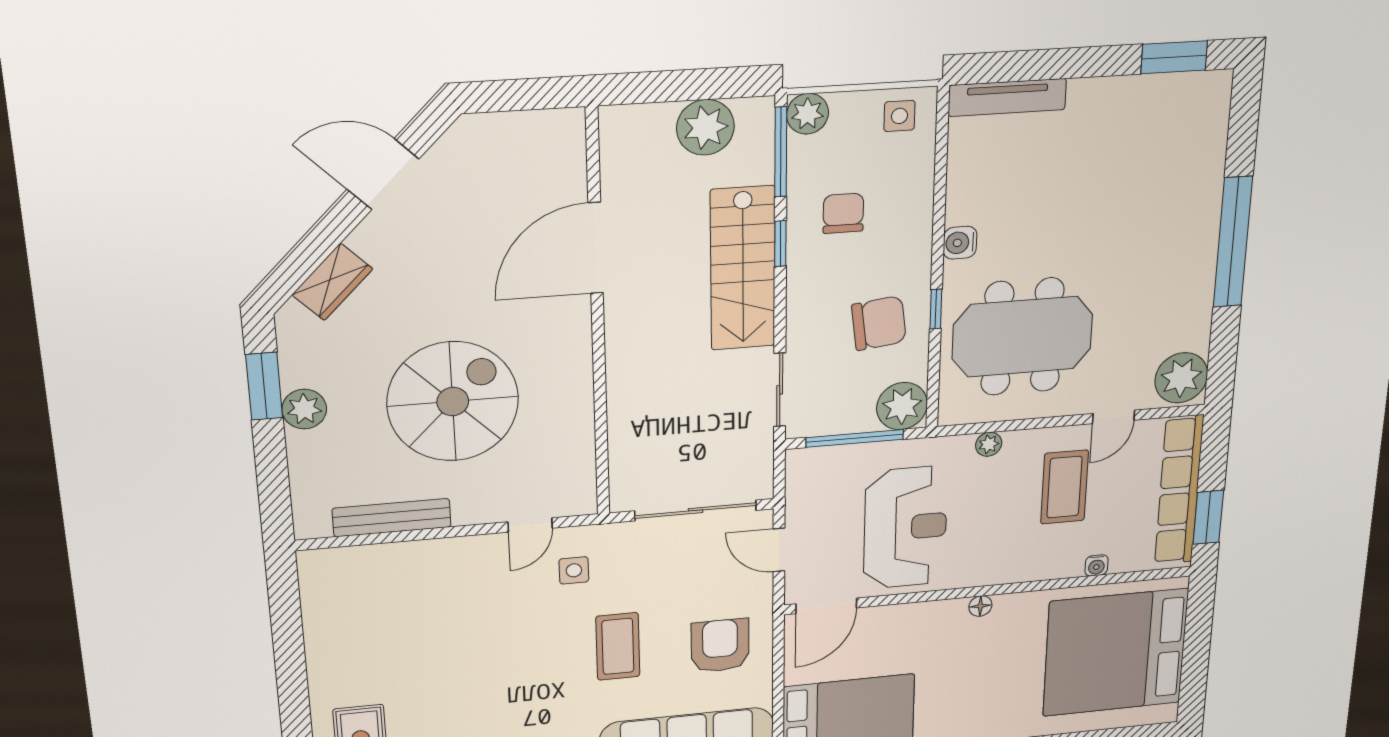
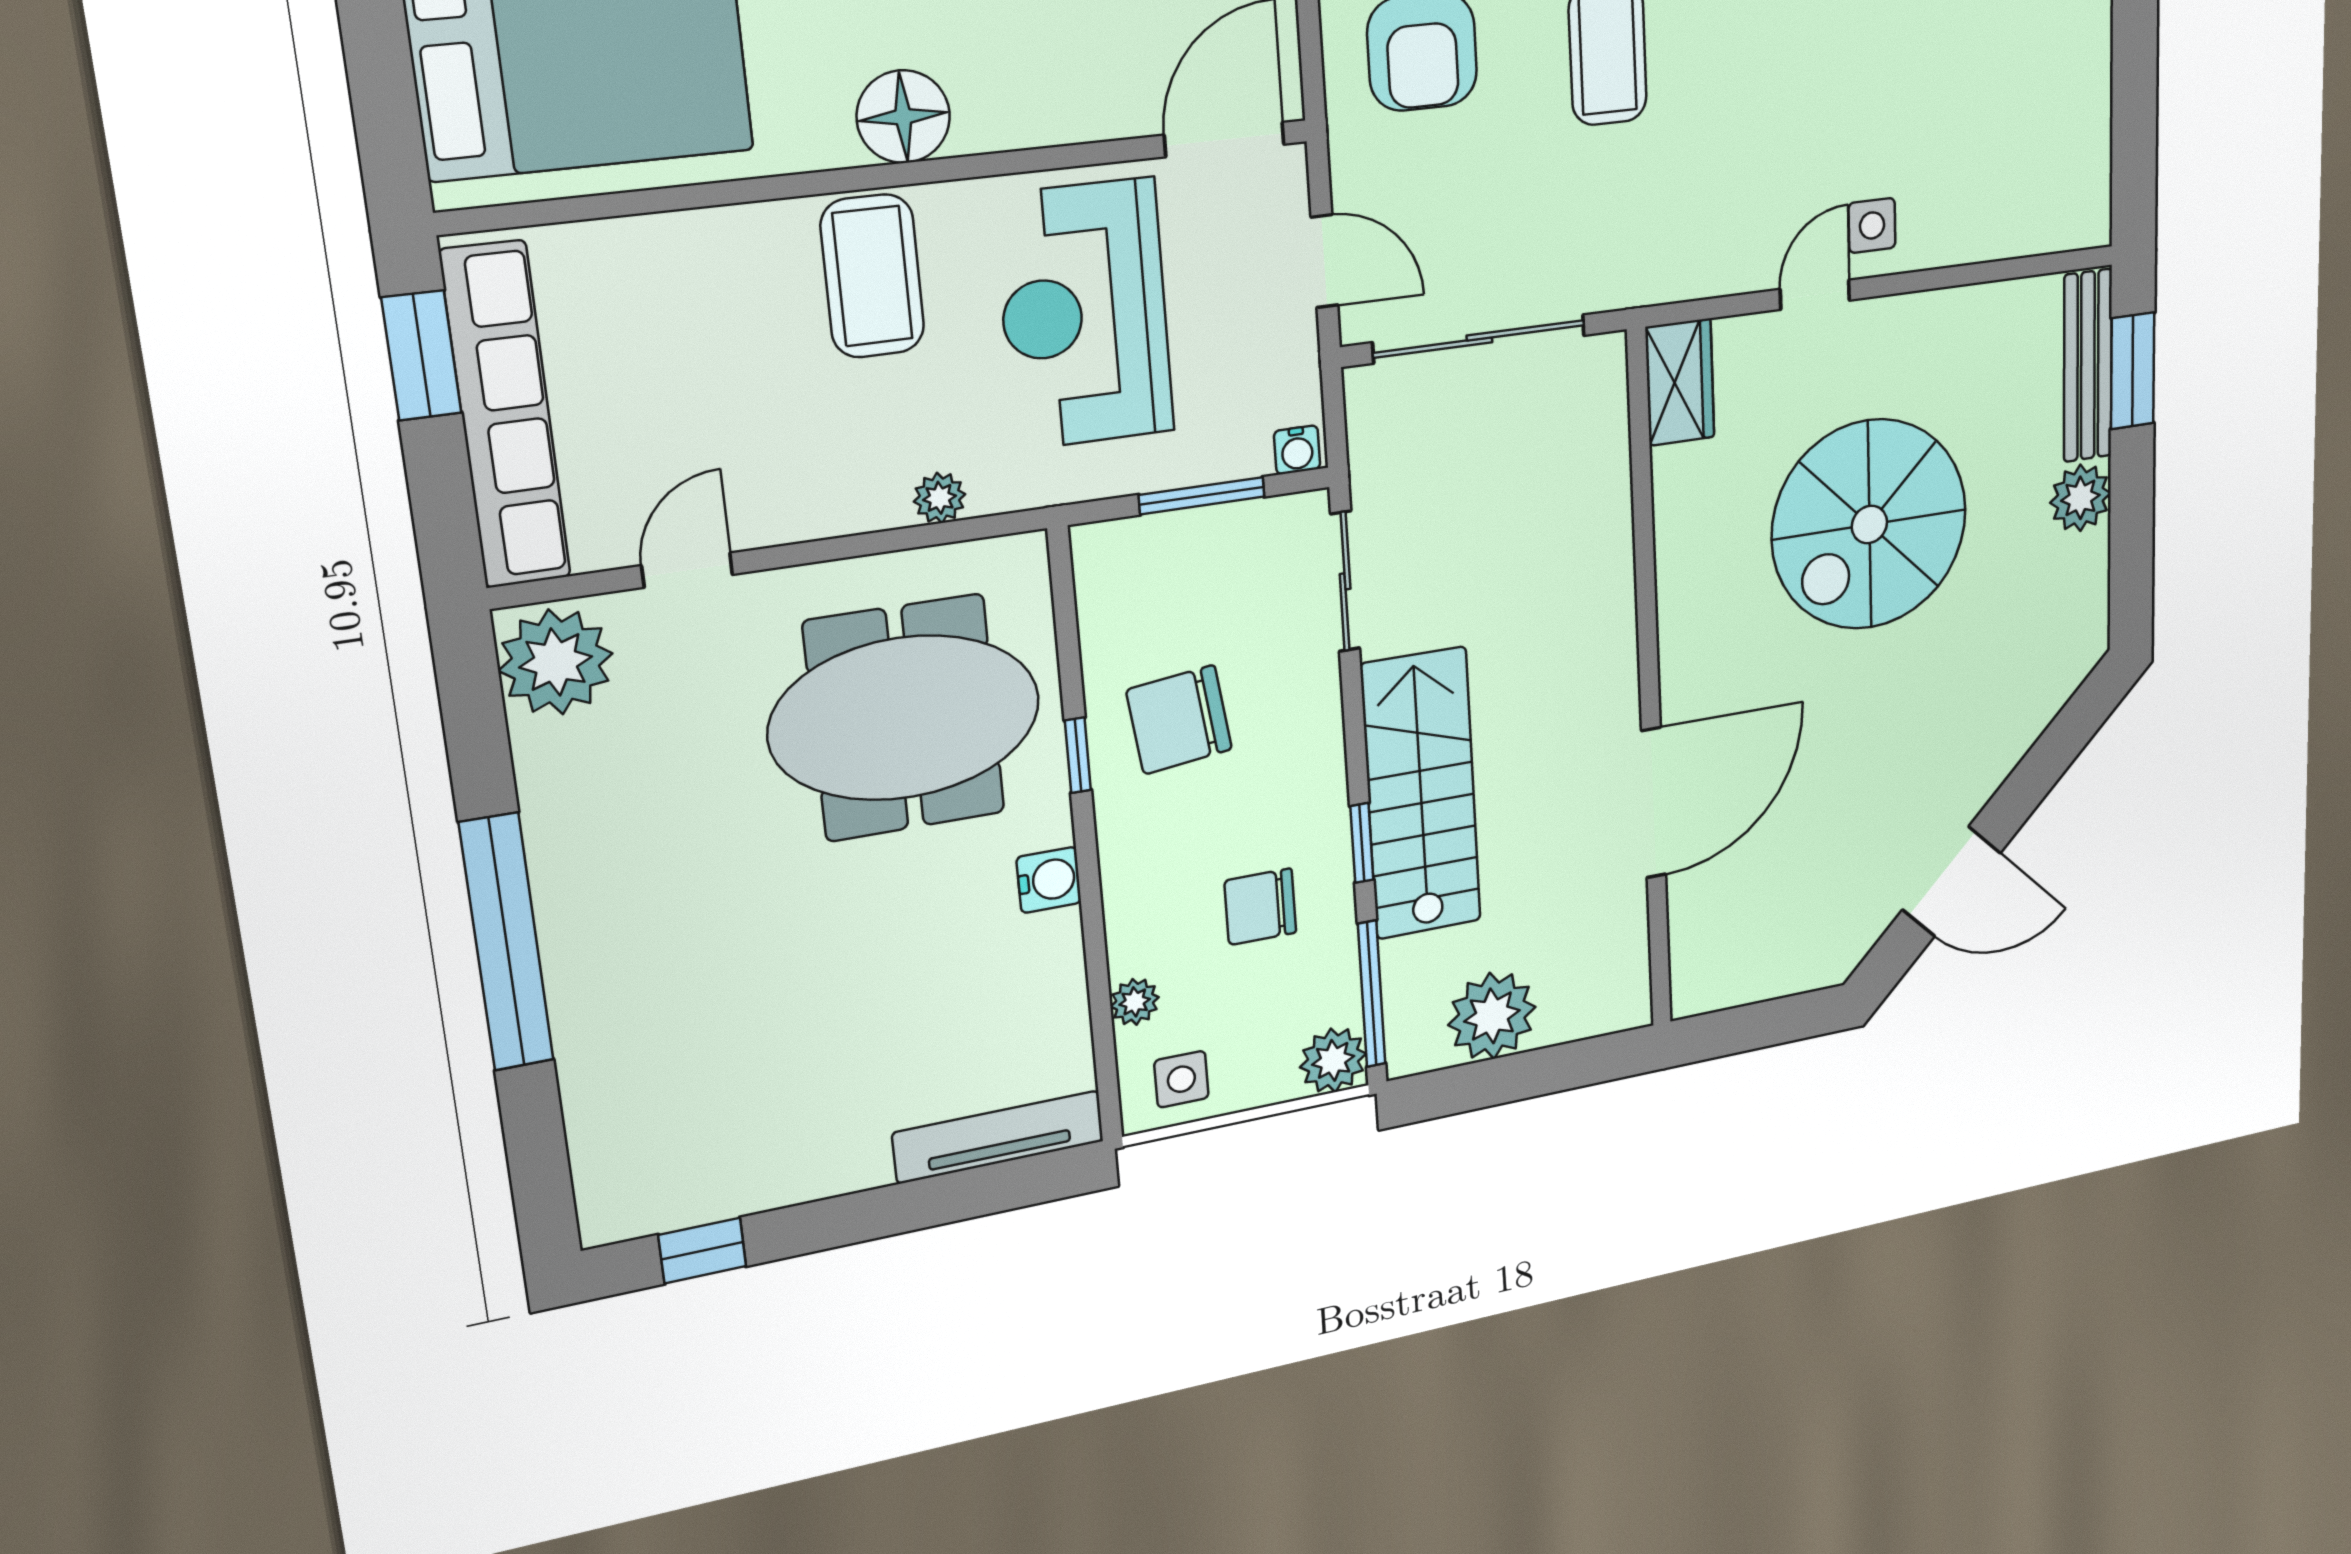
window: (1174, 57) -> (702, 1251), width x0.67
chair: (843, 213) -> (1260, 907), turned 90
wardrobe: (332, 282) -> (1680, 382), moved, turned 135
window: (264, 386) -> (2133, 371), moved
plant: (902, 406) -> (1135, 1002), moved, width x0.53, depth x0.53
window: (855, 438) -> (1202, 496), width x0.69
coffee table: (1064, 487) -> (872, 276), moved
bench: (392, 518) -> (2088, 366), moved, turned 90
door: (530, 525) -> (1815, 295), moved
water cooler: (1096, 565) -> (1297, 450), moved, turned 180
side table: (574, 570) -> (1872, 225), moved
floor lamp: (980, 606) -> (903, 117), width x1.89, depth x1.89

